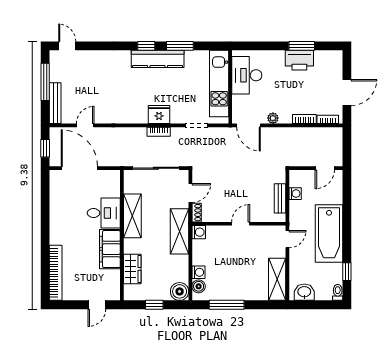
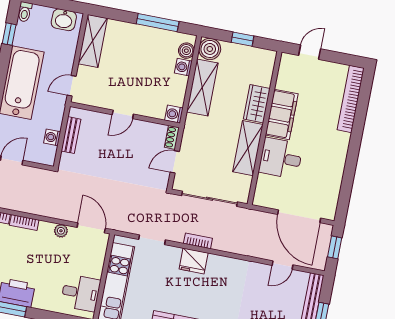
desk: (247, 75) -> (81, 293), width x0.73
shelving: (180, 231) -> (202, 88), moved
wardrobe: (132, 269) -> (257, 104), moved

